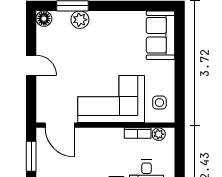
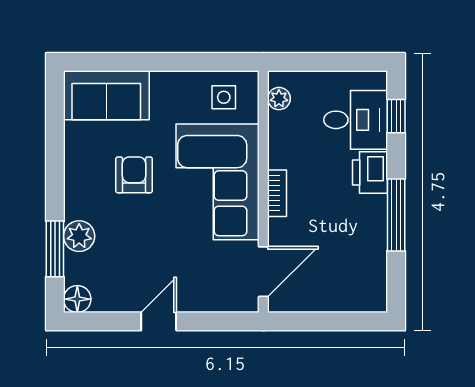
armchair: (115, 51) -> (134, 175), added
bookcase: (138, 133) -> (277, 193), moved
window: (31, 156) -> (317, 321), removed

